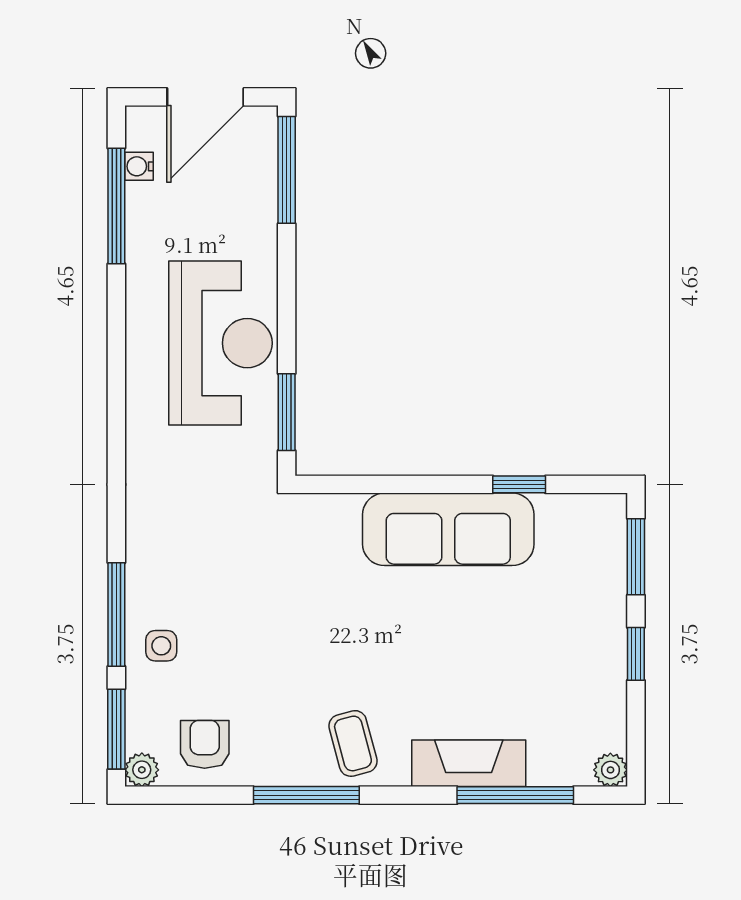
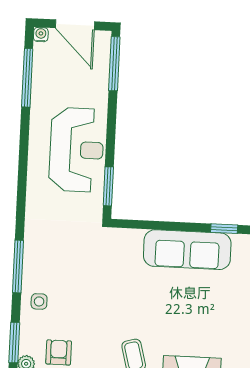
door: (205, 97) -> (75, 25), hinge flipped
water cooler: (139, 166) -> (41, 35), moved, turned 90
window: (116, 615) -> (18, 266), moved

